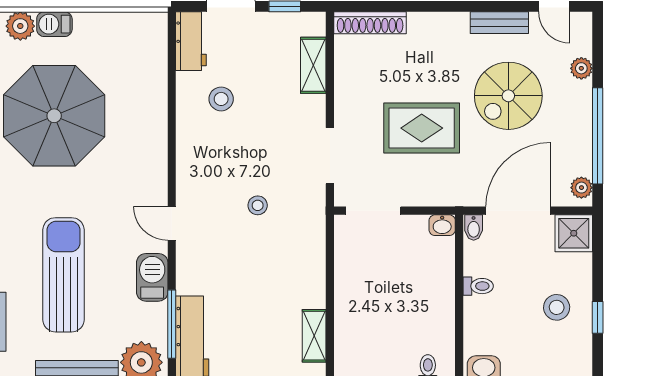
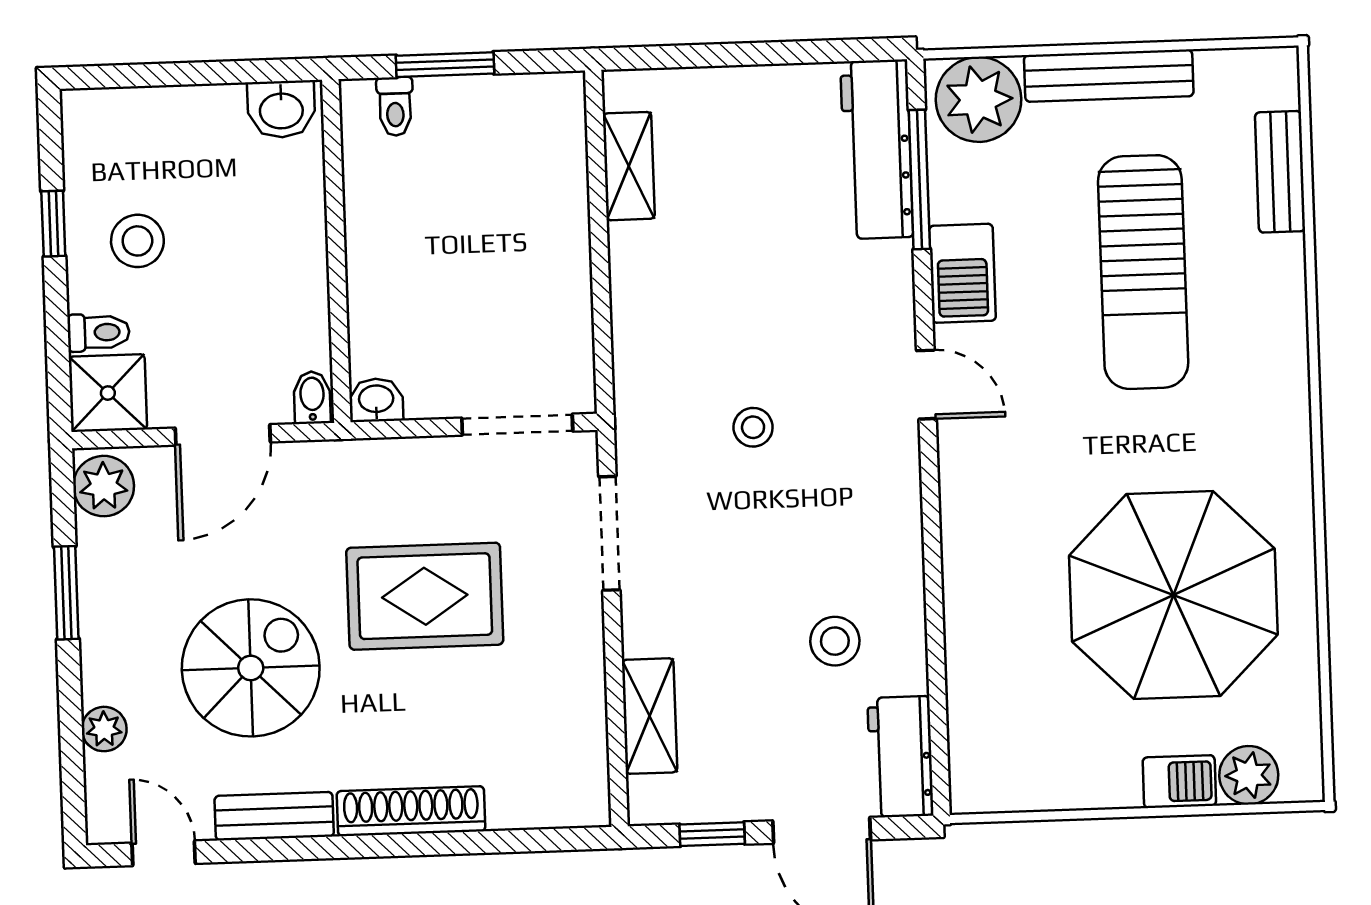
shoe rack: (370, 23) -> (411, 811), moved
window: (598, 136) -> (66, 593), width x0.47
plant: (581, 188) -> (104, 486), width x1.38, depth x1.38
door: (518, 211) -> (223, 435), width x0.73
toilet: (478, 286) -> (99, 332), moved, turned 180

